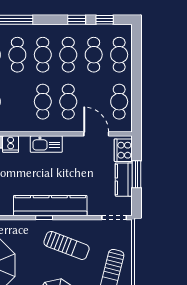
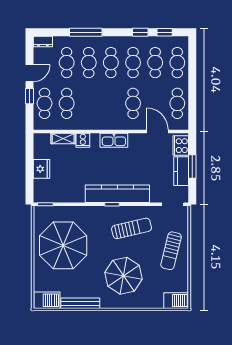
cafe table: (43, 102) -> (111, 103), removed
sun lounger: (67, 245) -> (132, 228), turned -34

